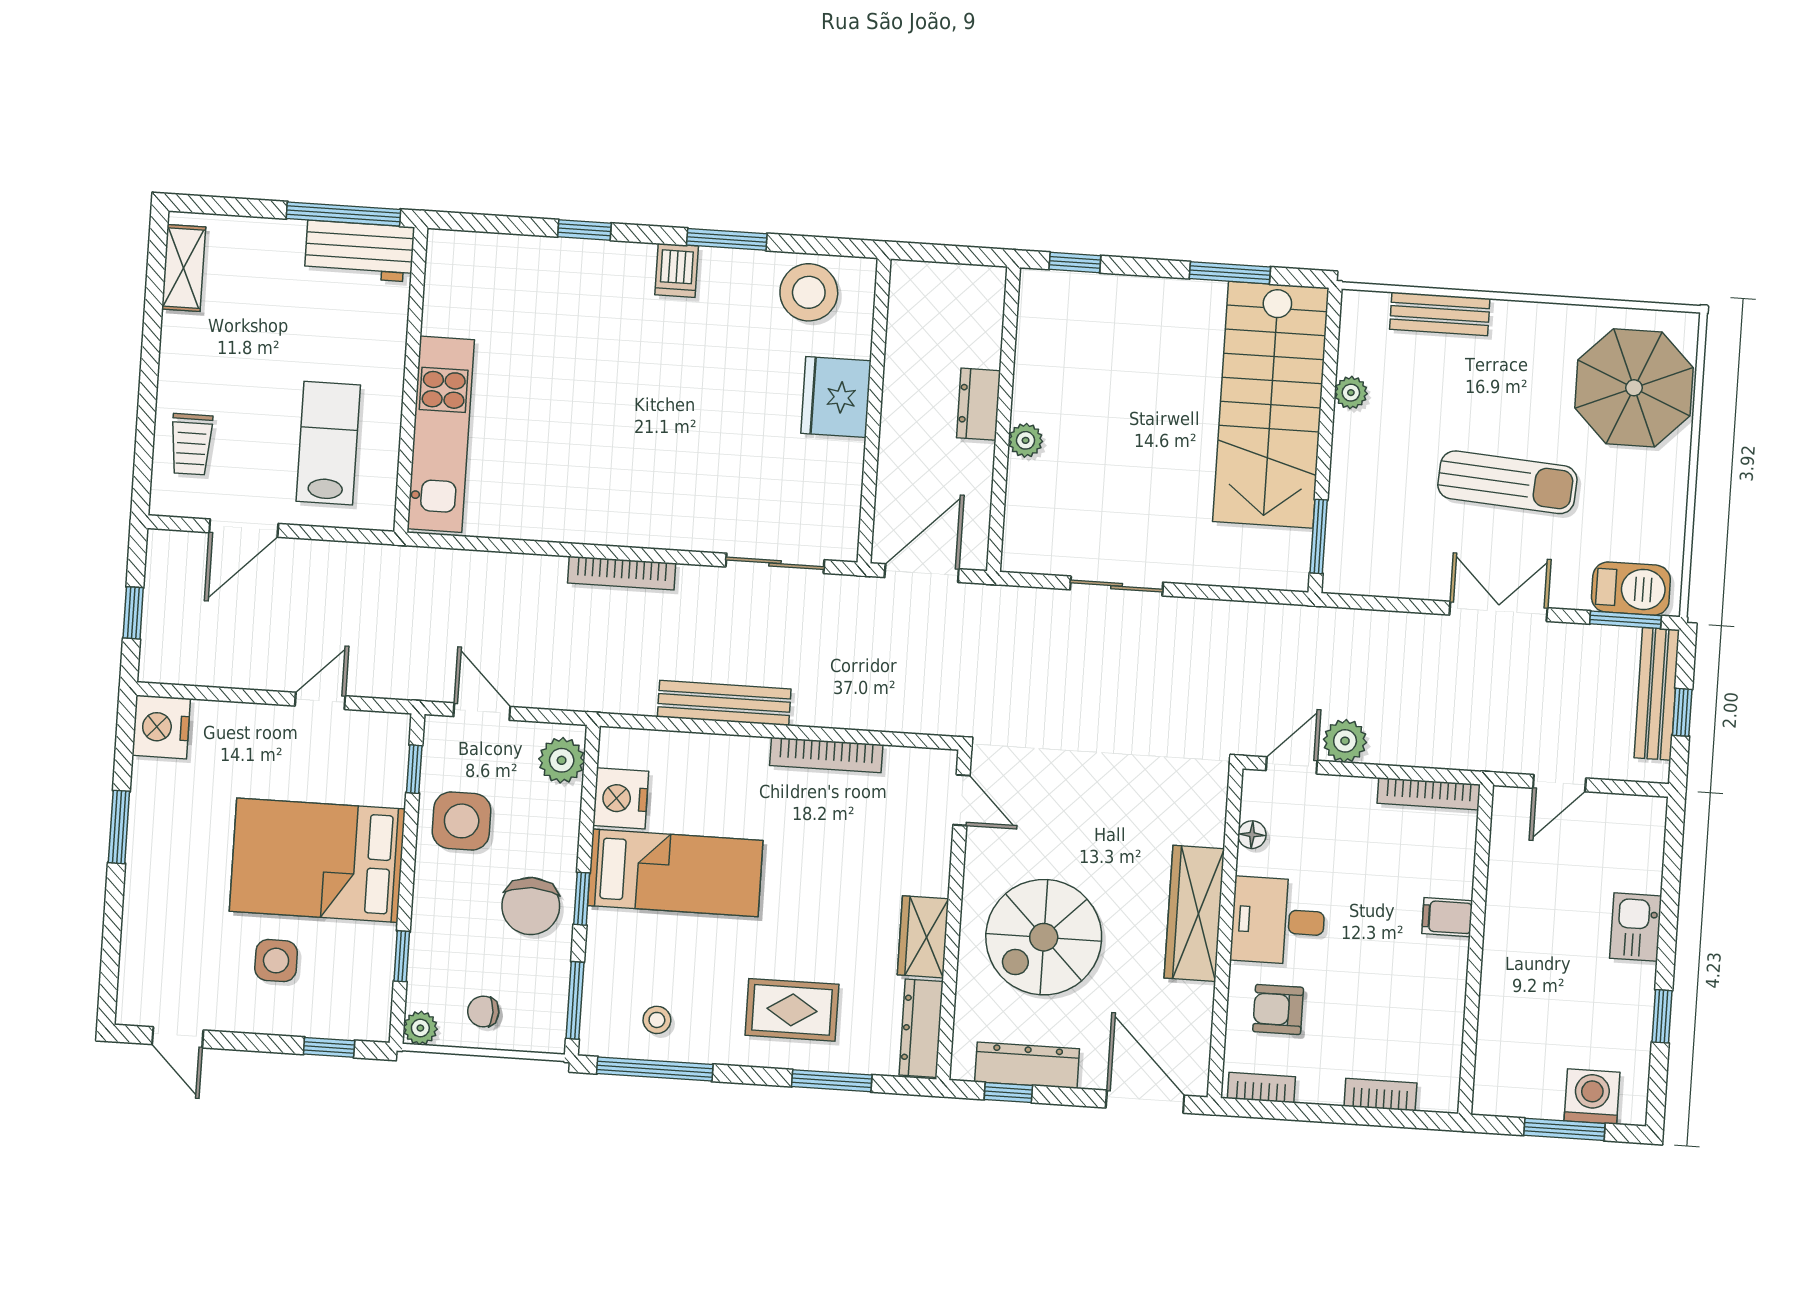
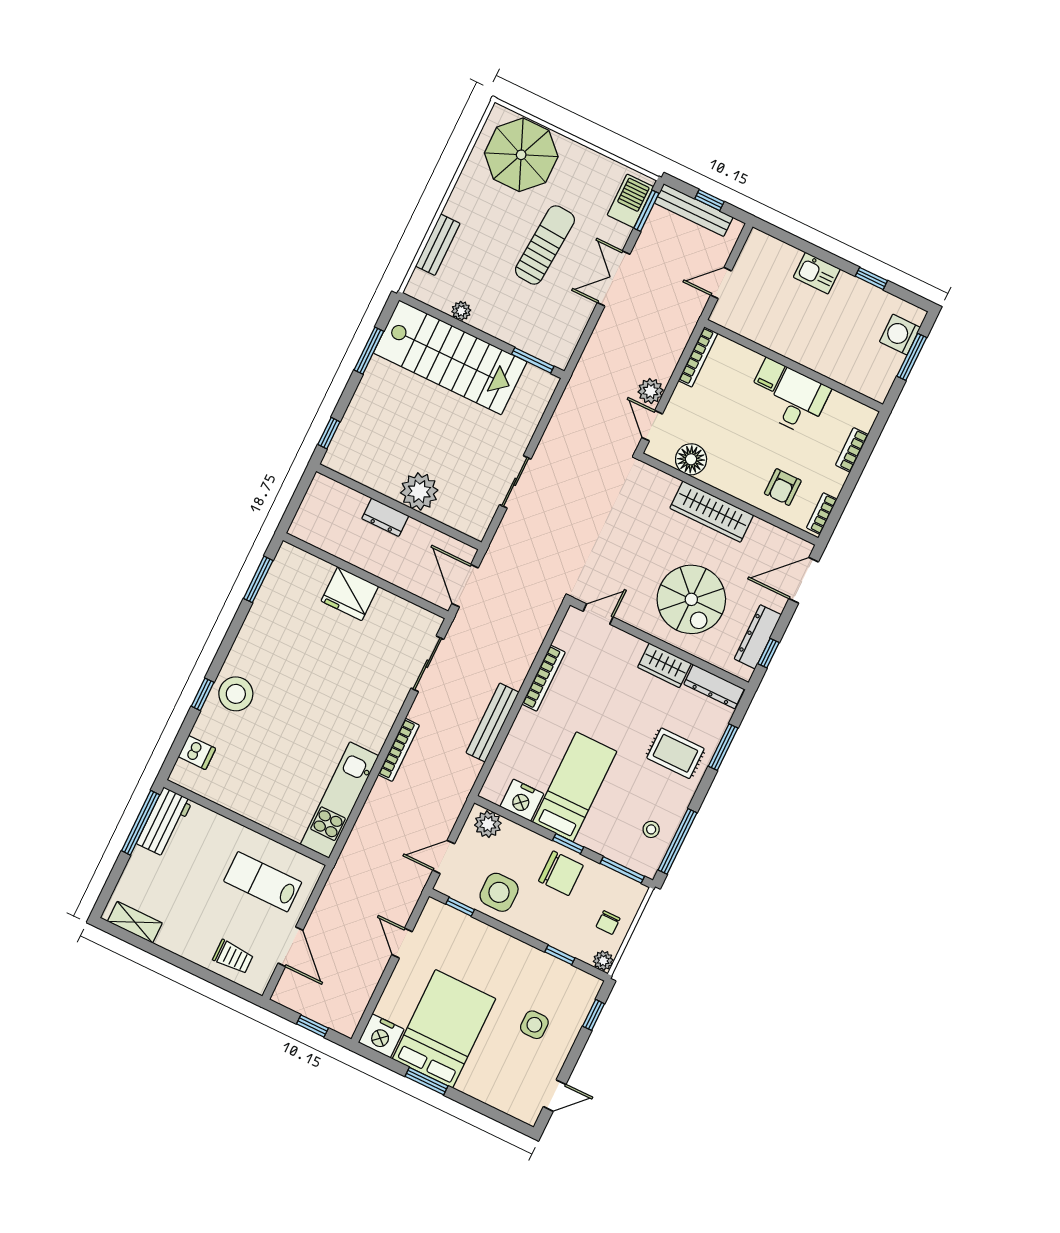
window: (727, 239) -> (258, 579), moved
dishwasher: (677, 270) -> (197, 753), moved
stool: (809, 292) -> (236, 694), moved
kitchen unit: (441, 434) -> (339, 800), moved, turned -90
plant: (1026, 440) -> (419, 491), width x1.88, depth x1.88
door: (1559, 783) -> (721, 283), swing flipped
floor lamp: (1252, 835) -> (691, 459), width x1.89, depth x1.89
bed: (317, 860) -> (444, 1029), moved, turned 180
desk: (1278, 921) -> (798, 402), moved, turned 180
rug: (792, 1010) -> (675, 753), turned 90

